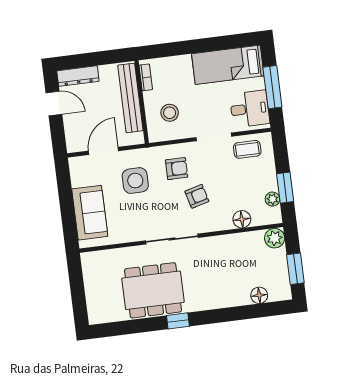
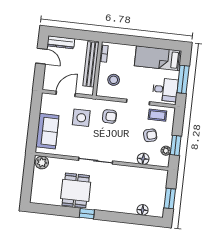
armchair: (197, 196) -> (150, 135), moved
plant: (275, 238) -> (42, 162), moved
dining table: (153, 290) -> (76, 190), width x0.73

